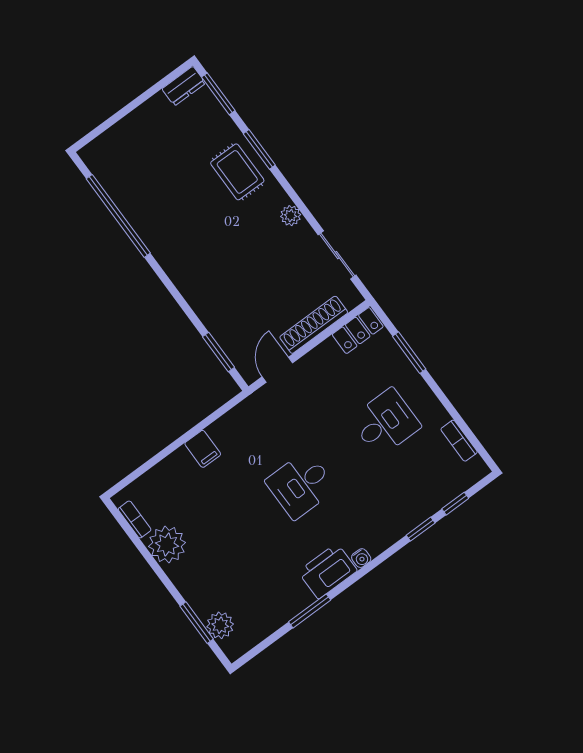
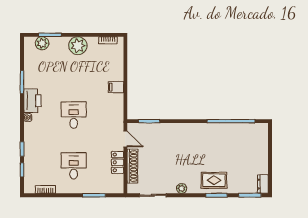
locker: (358, 331) -> (118, 162), moved
desk: (385, 423) -> (74, 166), turned 180
plant: (167, 545) -> (78, 46), moved

